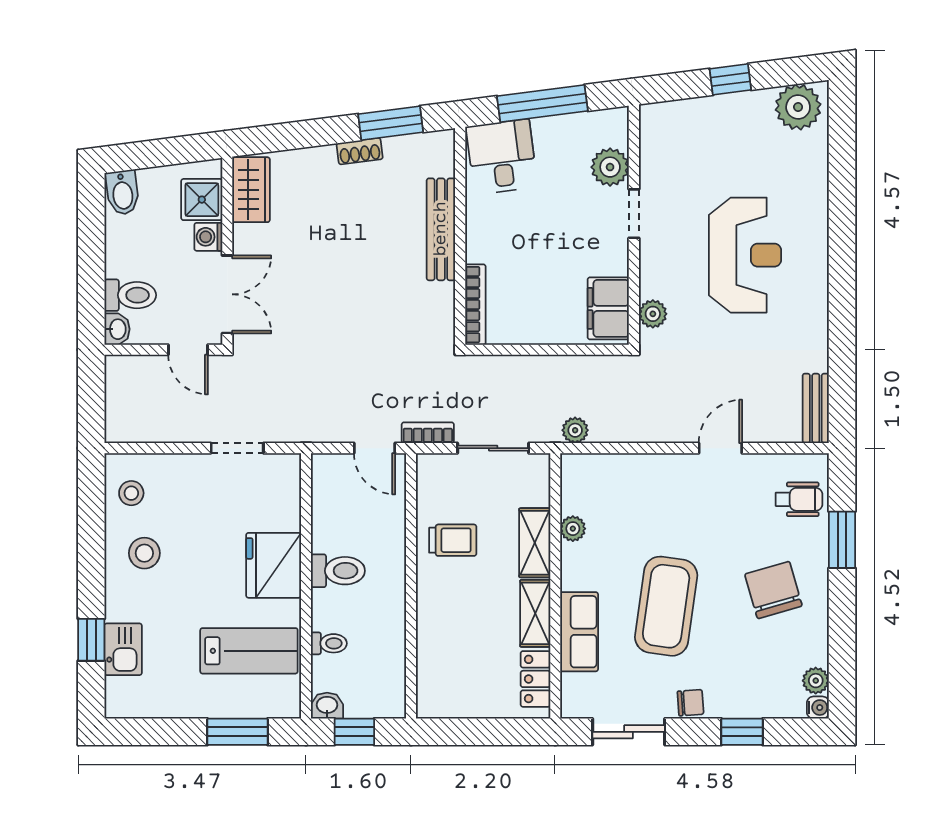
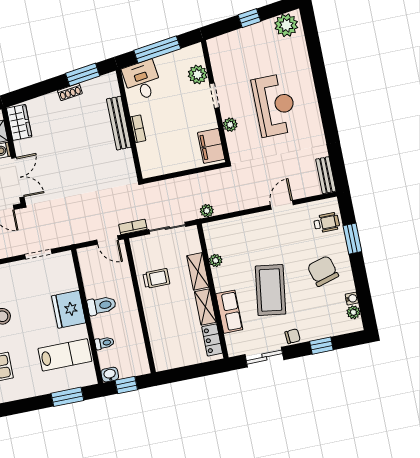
bookcase: (475, 305) -> (138, 129), moved, width x0.64
plant: (653, 314) -> (230, 125), moved
water cooler: (818, 708) -> (352, 299), moved

